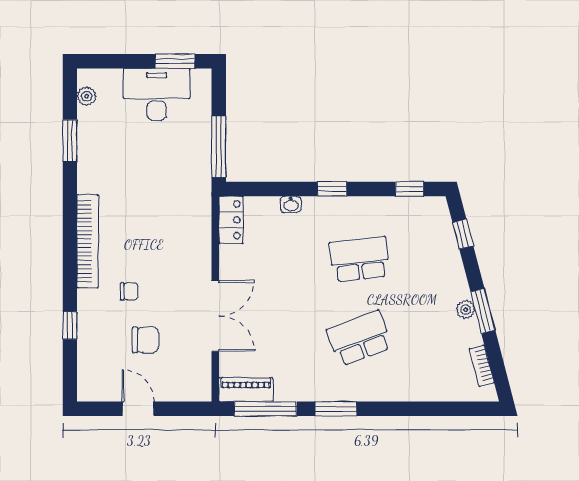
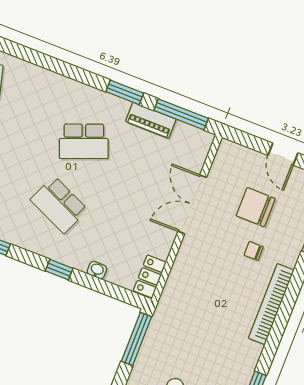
school desk: (360, 259) -> (59, 205), turned 30
chair: (145, 340) -> (256, 207), width x1.37, depth x1.37
piano: (246, 390) -> (151, 120), moved

